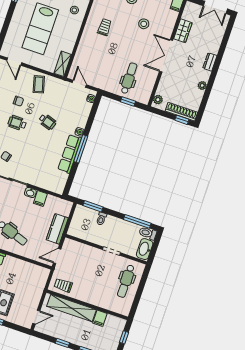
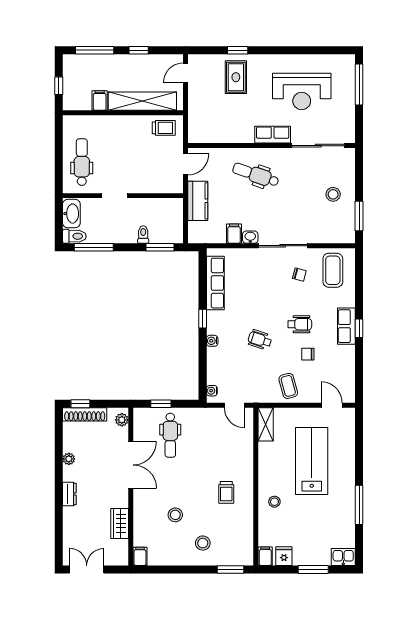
double door: (166, 56) -> (131, 465), moved
window: (81, 149) -> (203, 319), width x0.46
row of seats: (70, 154) -> (215, 283), moved

